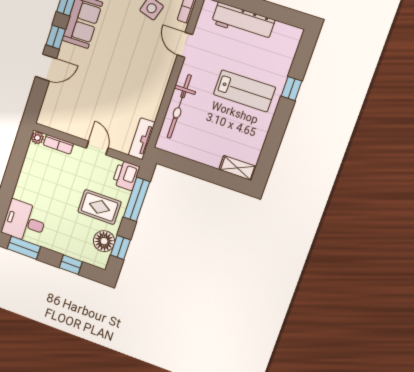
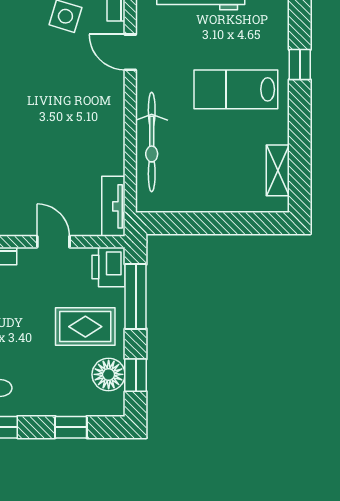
lab bench: (244, 91) -> (236, 89), turned 180
shelving: (238, 168) -> (278, 170), moved, turned 90

